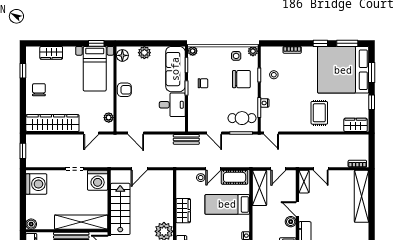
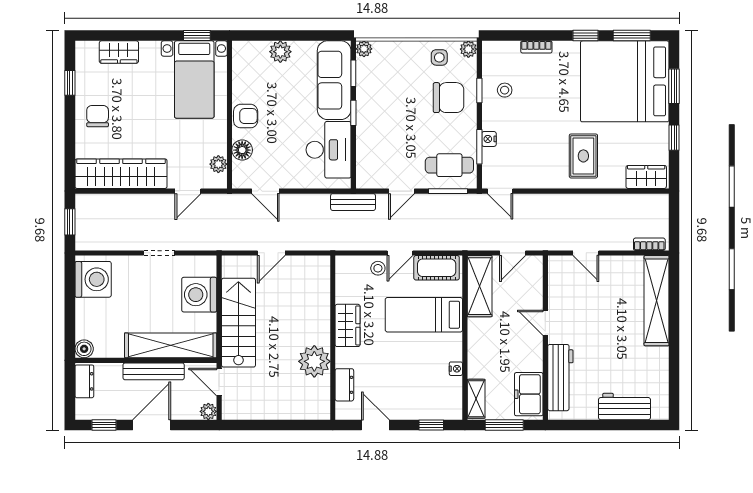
floor lamp: (122, 55) -> (242, 150), moved
chair: (203, 83) -> (382, 105), removed
desk: (172, 105) -> (329, 150), width x1.37
door: (214, 133) -> (401, 191), hinge flipped
washing machine: (98, 180) -> (199, 295), moved, turned 90
shelving: (304, 182) -> (557, 275), removed
boiler: (291, 222) -> (534, 345), removed

